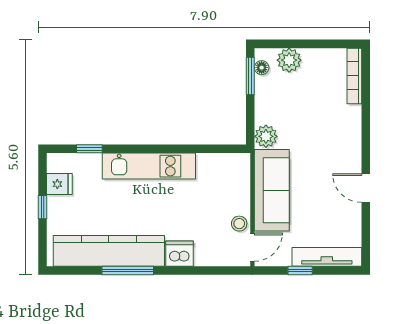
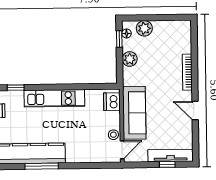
window: (250, 76) -> (119, 39), width x0.67
bookcase: (354, 76) -> (187, 72), moved
plant: (266, 136) -> (130, 59), moved
dishwasher: (180, 254) -> (112, 102), moved, turned -90
window: (300, 271) -> (167, 164), moved

